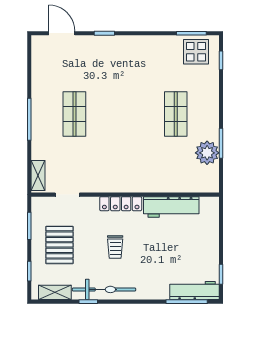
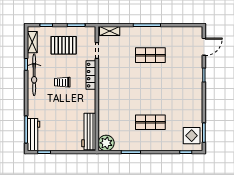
plant: (207, 153) -> (106, 143), moved
locker: (121, 204) -> (91, 75), moved
workbench: (171, 207) -> (89, 131), moved

